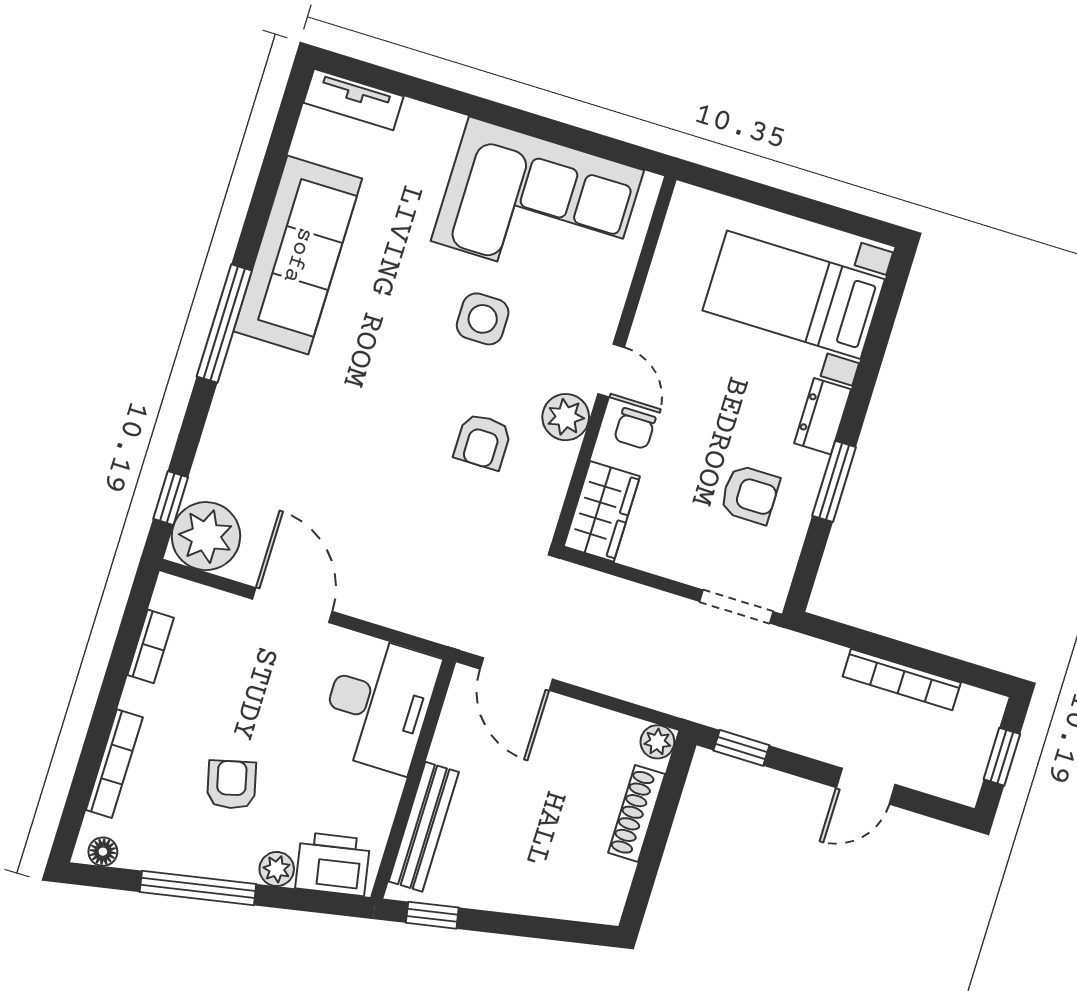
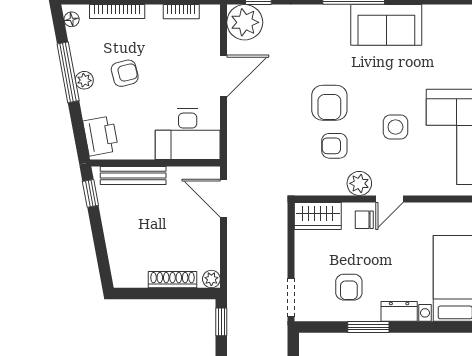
sofa: (298, 255) -> (386, 25), width x0.73
armchair: (401, 426) -> (329, 103), added
door: (516, 674) -> (224, 198), hinge flipped
plant: (277, 869) -> (84, 80), moved

